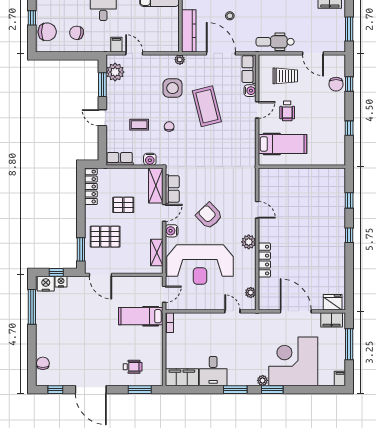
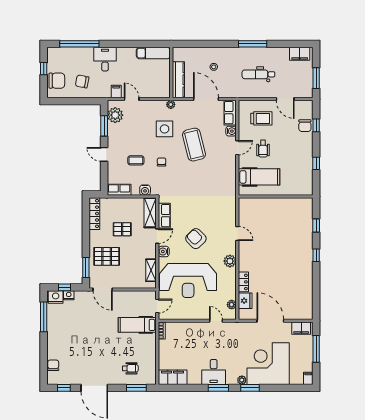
dental chair: (275, 42) -> (258, 74), moved
locker: (264, 260) -> (243, 282), width x0.66
fridge: (333, 302) -> (245, 301), moved, turned 90
desk: (213, 371) -> (214, 372), moved

